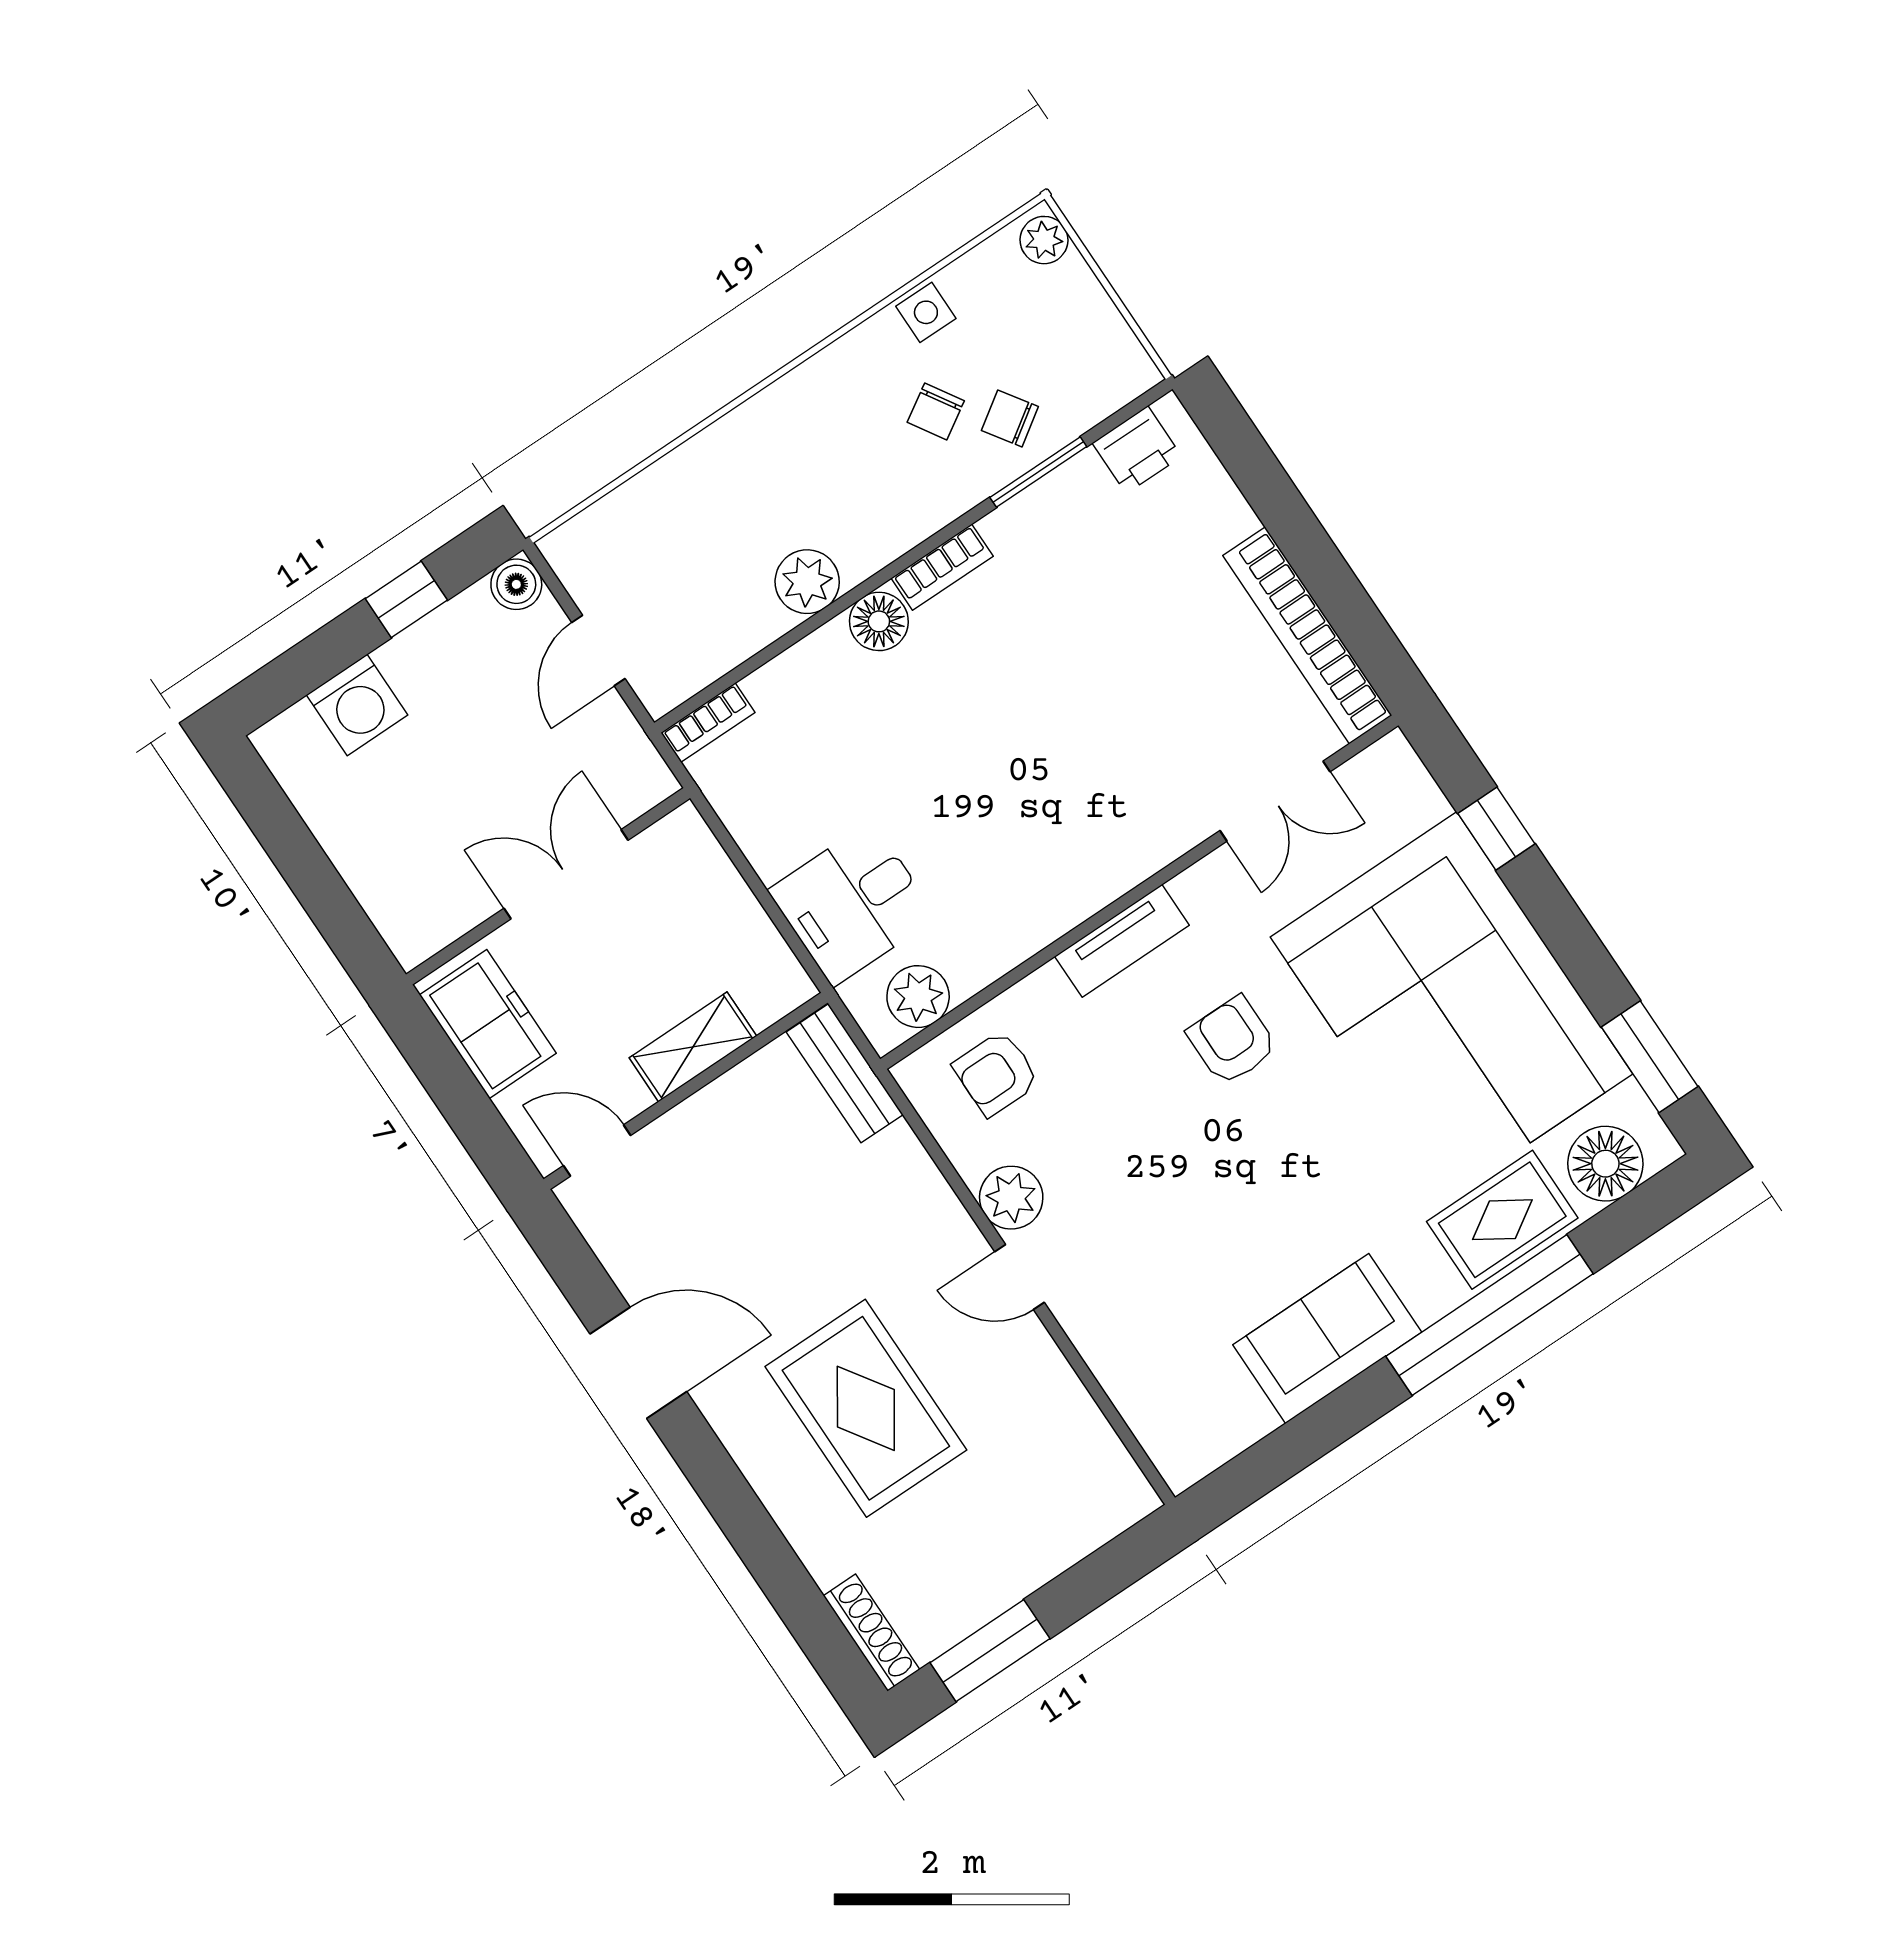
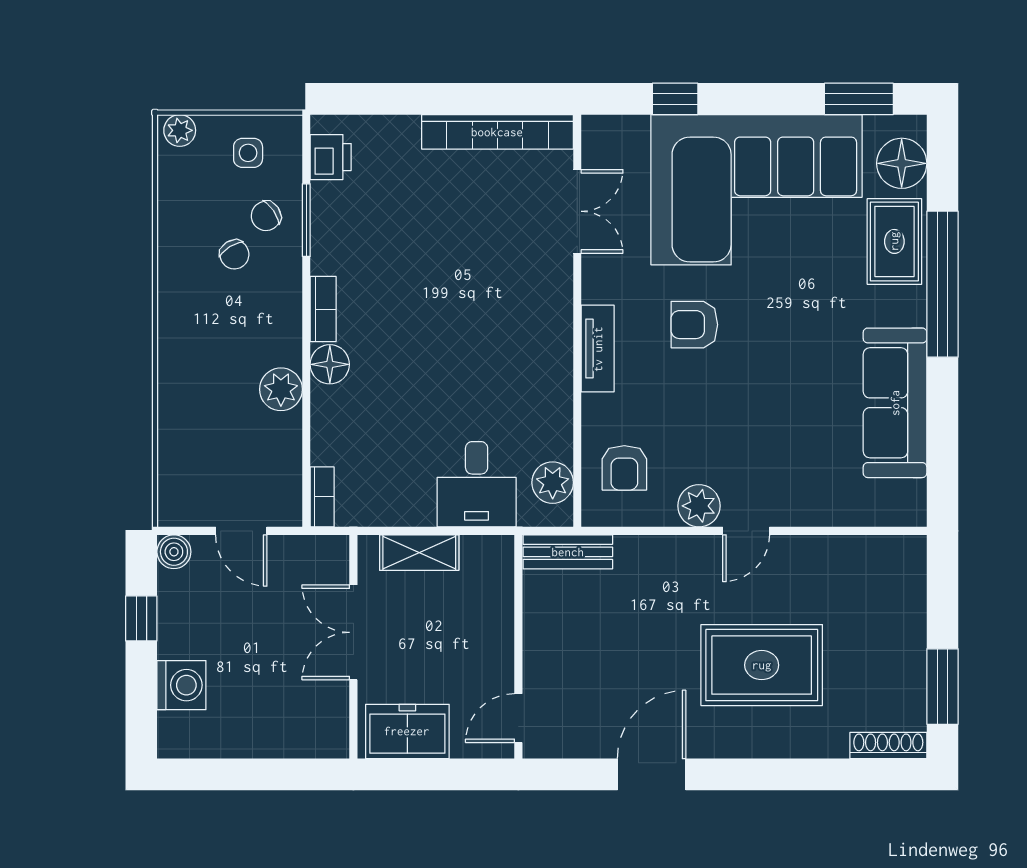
side table: (926, 312) -> (248, 153), moved
shelving: (693, 1047) -> (419, 553), moved, turned 90
sofa: (1327, 1339) -> (895, 403), width x1.36

